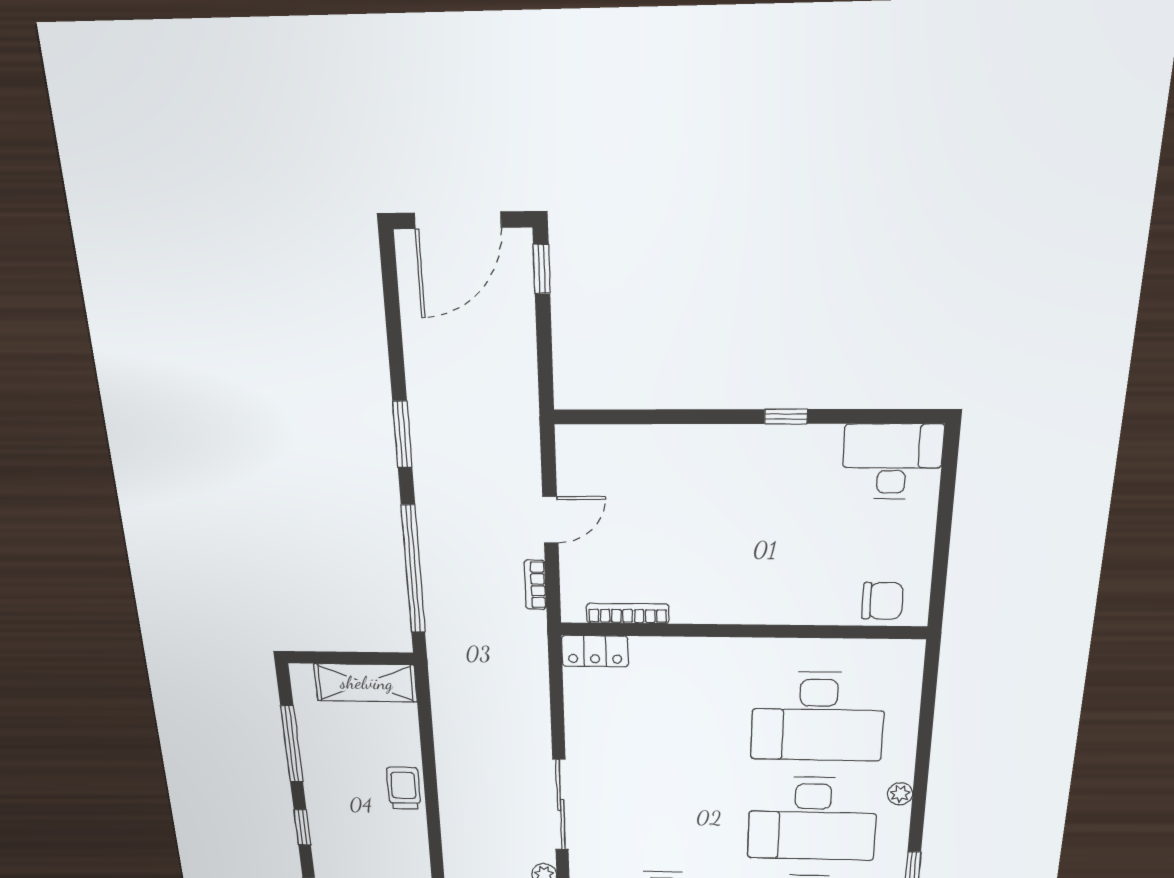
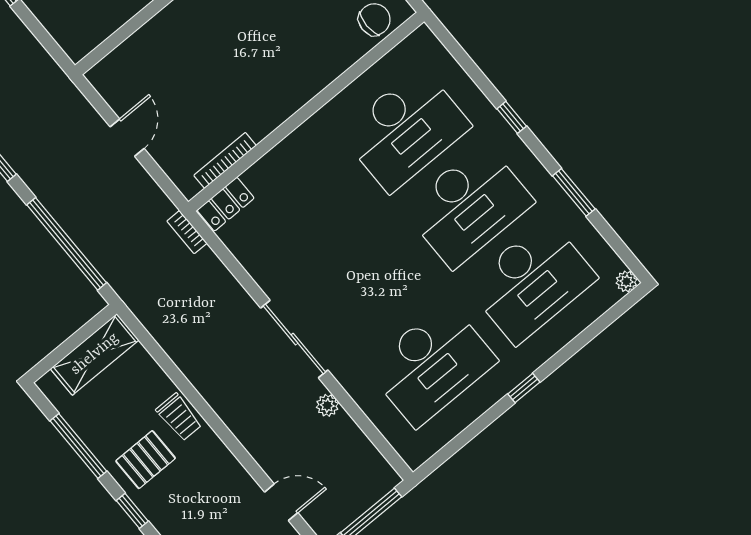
bookcase: (535, 585) -> (187, 232), moved
window: (921, 780) -> (512, 117), added
trolley: (404, 788) -> (179, 417), turned 180
plant: (900, 794) -> (508, 138), removed
pallet: (346, 798) -> (146, 460), added

